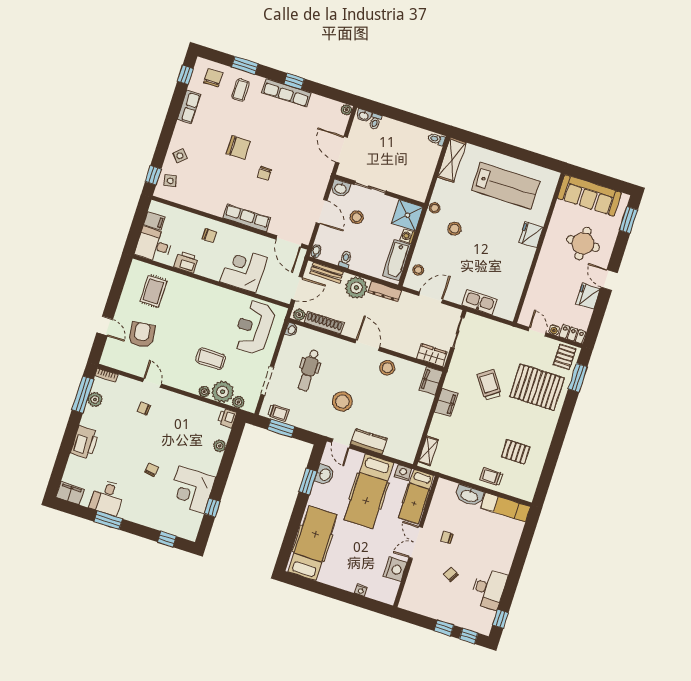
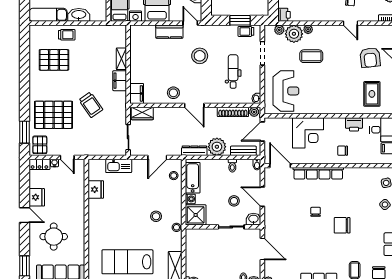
row of seats: (247, 218) -> (318, 173), width x1.36
fridge: (531, 235) -> (96, 189), moved
shelving: (428, 451) -> (121, 59), moved
pallet: (516, 452) -> (54, 60), width x1.50, depth x1.42

